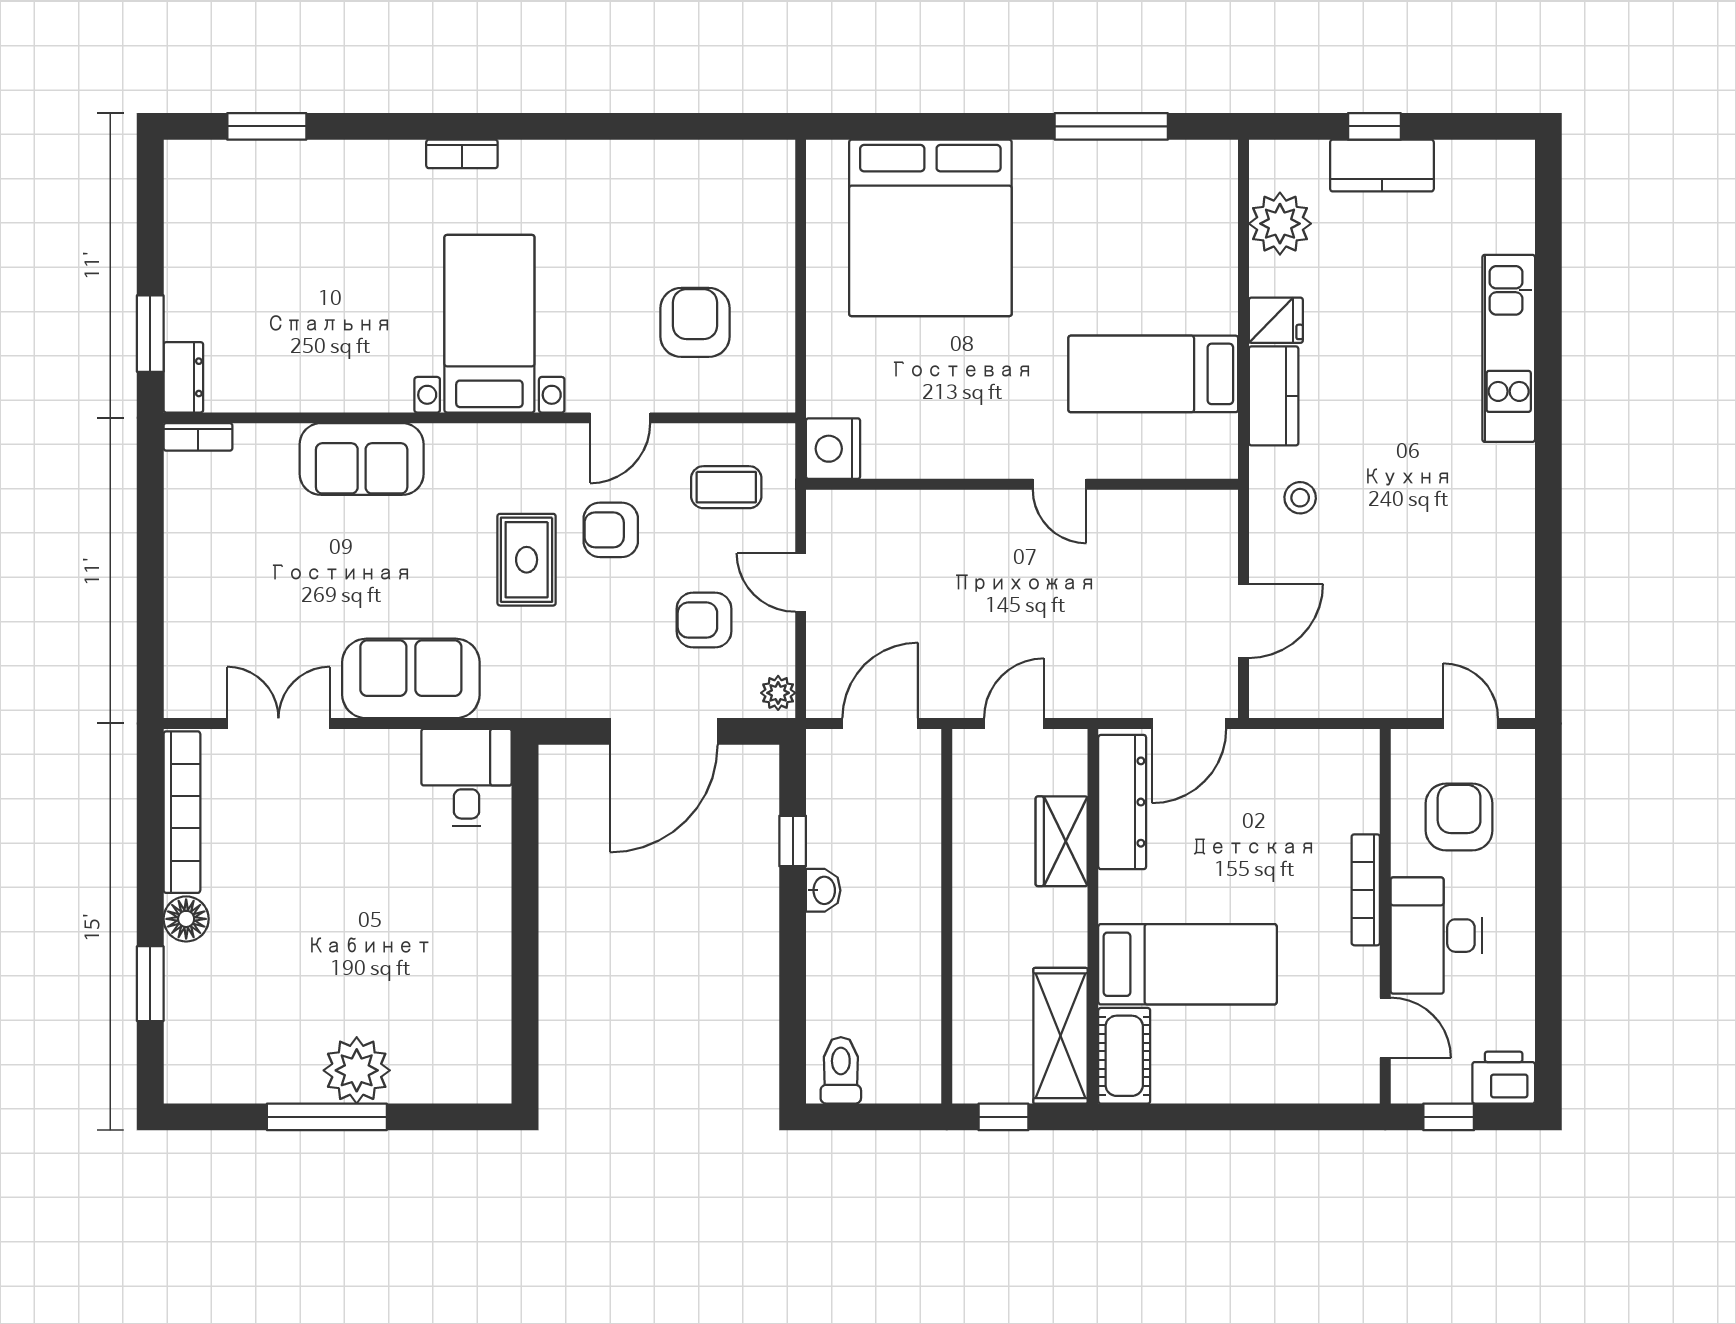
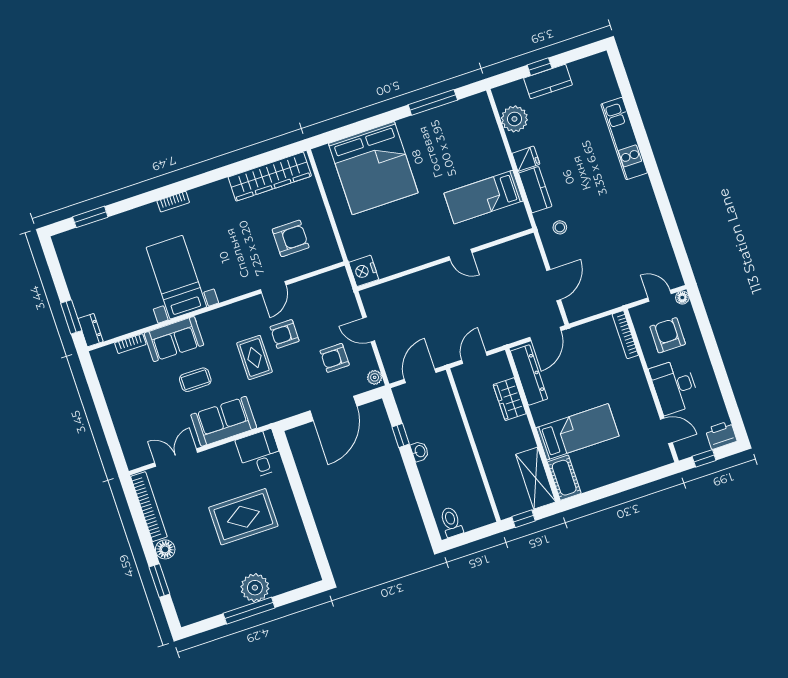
wardrobe: (695, 170) -> (270, 177), added
armchair: (695, 322) -> (291, 238), turned 90
bed with nightstands: (489, 324) -> (176, 277), moved
bookcase: (198, 437) -> (130, 344), moved
coffee table: (726, 487) -> (195, 380), moved
floor lamp: (1520, 744) -> (682, 298), added
bookcase: (1366, 890) -> (625, 335), moved
rug: (384, 904) -> (243, 517), added

